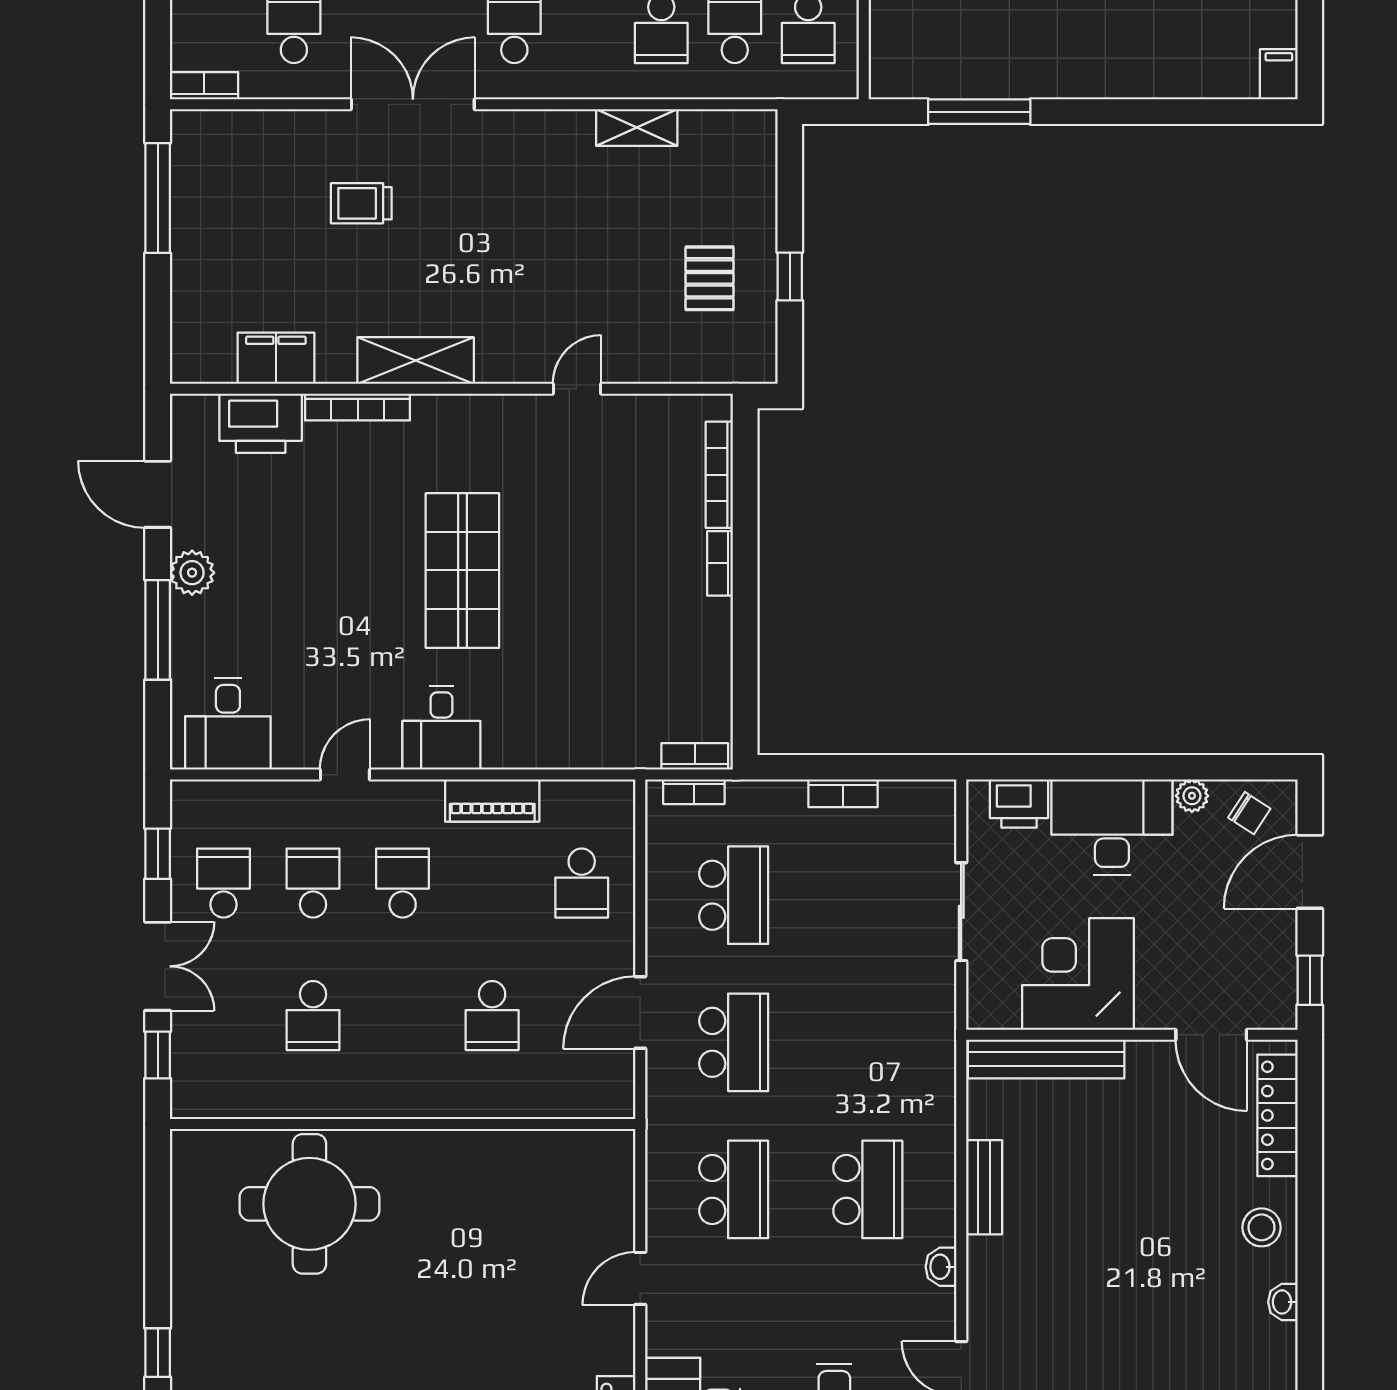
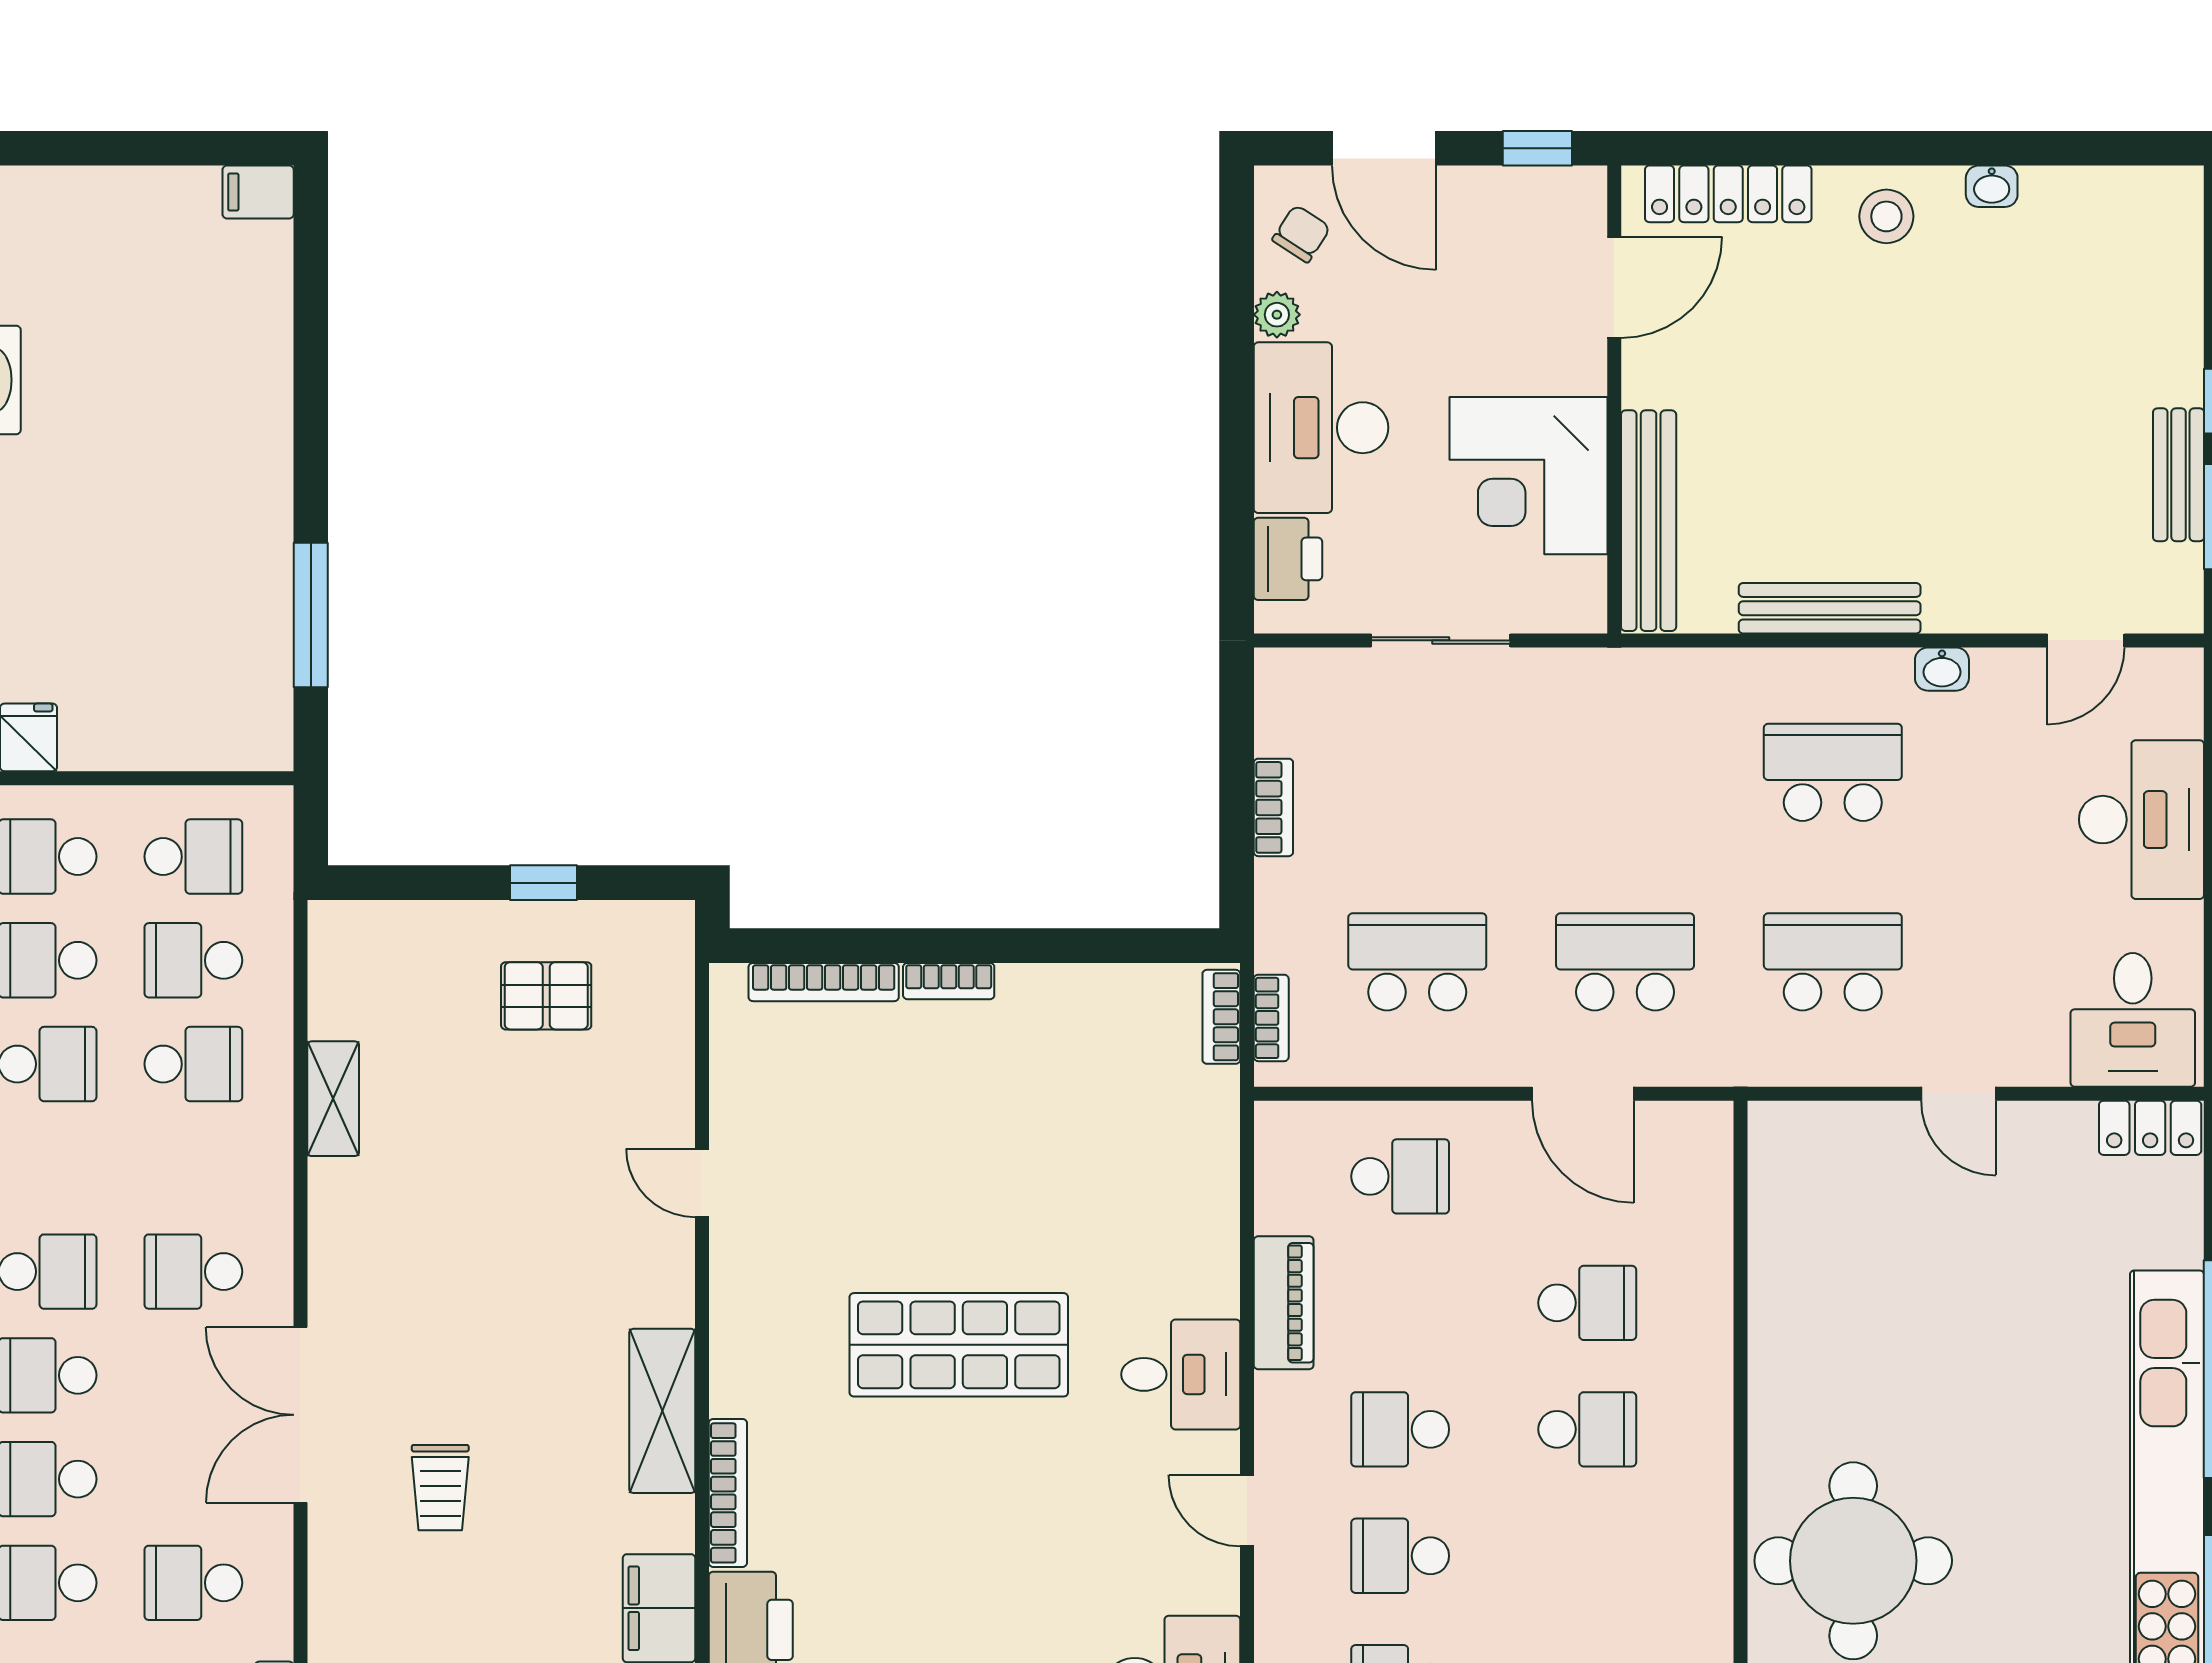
school desk: (313, 1016) -> (1587, 1429), moved
bench: (984, 1187) -> (1830, 608), width x1.36

